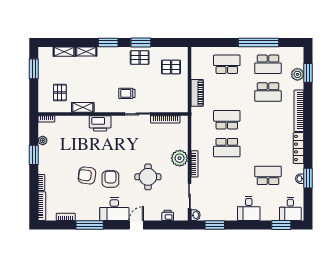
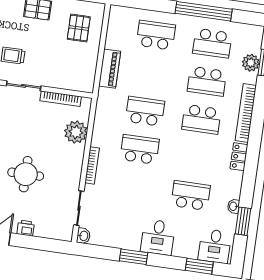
pallet: (171, 67) -> (79, 28), turned 90
school desk: (268, 120) -> (201, 119), added
school desk: (227, 148) -> (140, 149), turned 180
locker: (299, 148) -> (239, 157), width x0.66
plant: (180, 158) -> (76, 132), moved
window: (308, 178) -> (243, 221), moved
printer: (168, 215) -> (26, 228), moved
window: (215, 225) -> (133, 257), moved

